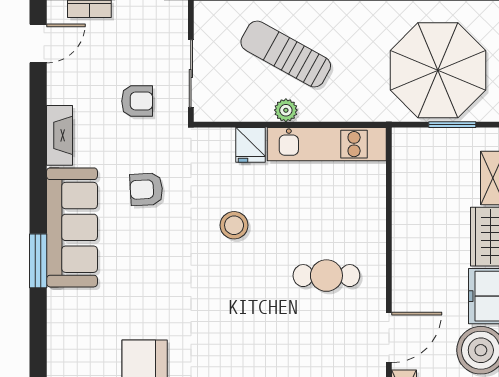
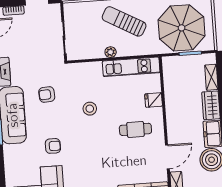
sun lounger: (286, 54) -> (124, 21), moved
armchair: (137, 101) -> (53, 146), moved
fridge: (251, 145) -> (154, 100), moved, turned 90

